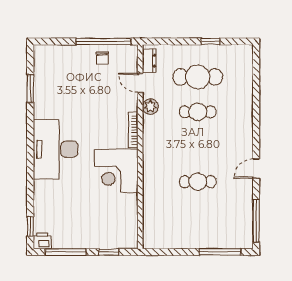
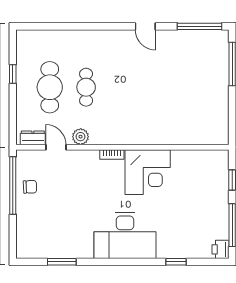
door: (140, 83) -> (56, 147), swing flipped
bookcase: (133, 130) -> (112, 154), width x0.64
cafe table: (198, 182) -> (159, 87), removed
window: (30, 226) -> (176, 262), moved

